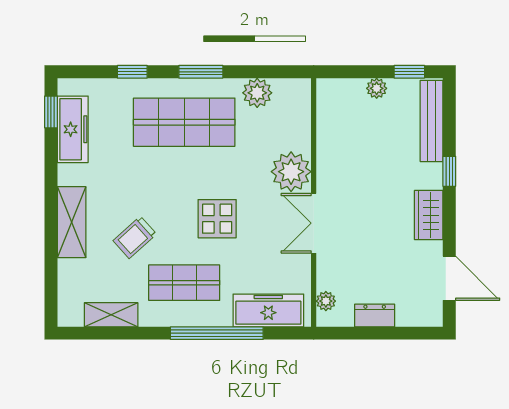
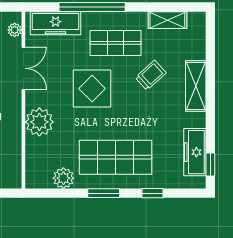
display table: (217, 219) -> (92, 89), width x1.36, depth x1.36
double door: (314, 223) -> (23, 68), moved

